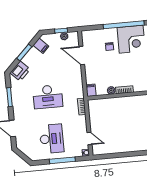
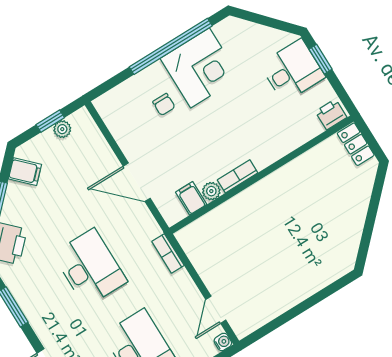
door: (82, 55) -> (137, 182), moved
filing cabinet: (91, 90) -> (191, 198), moved
desk: (48, 97) -> (90, 268), turned -90
door: (89, 139) -> (216, 310), swing flipped

